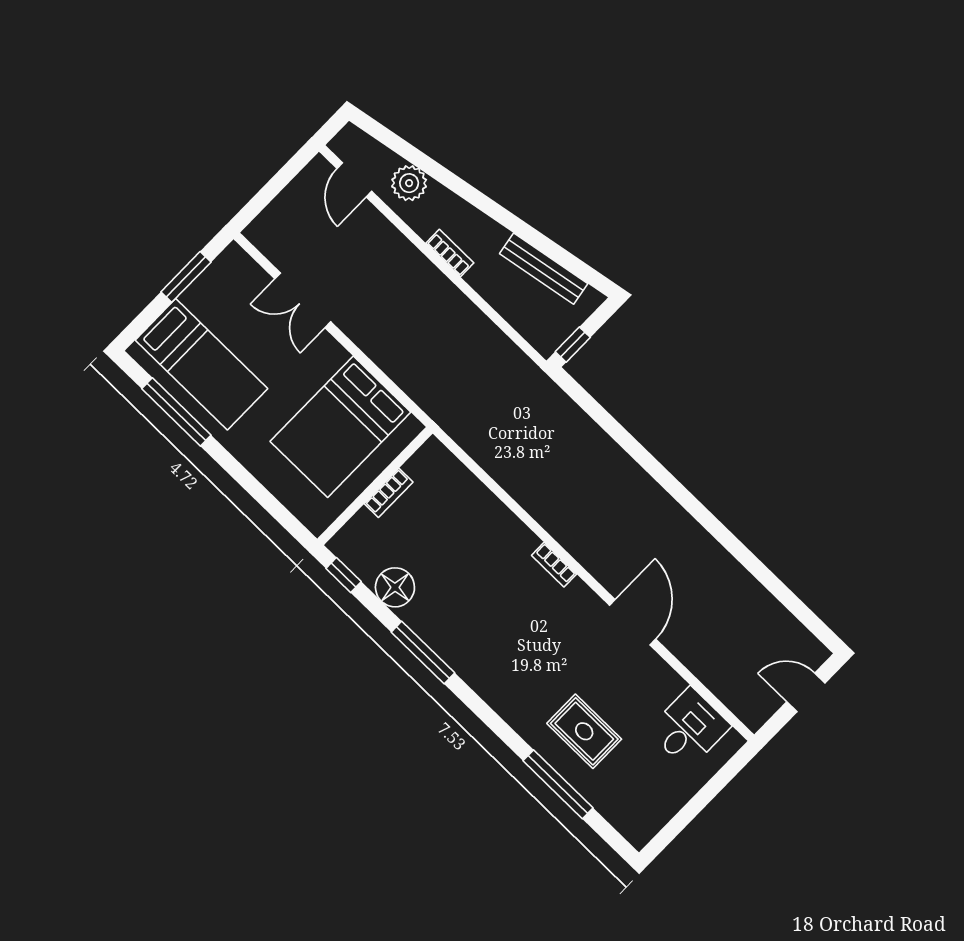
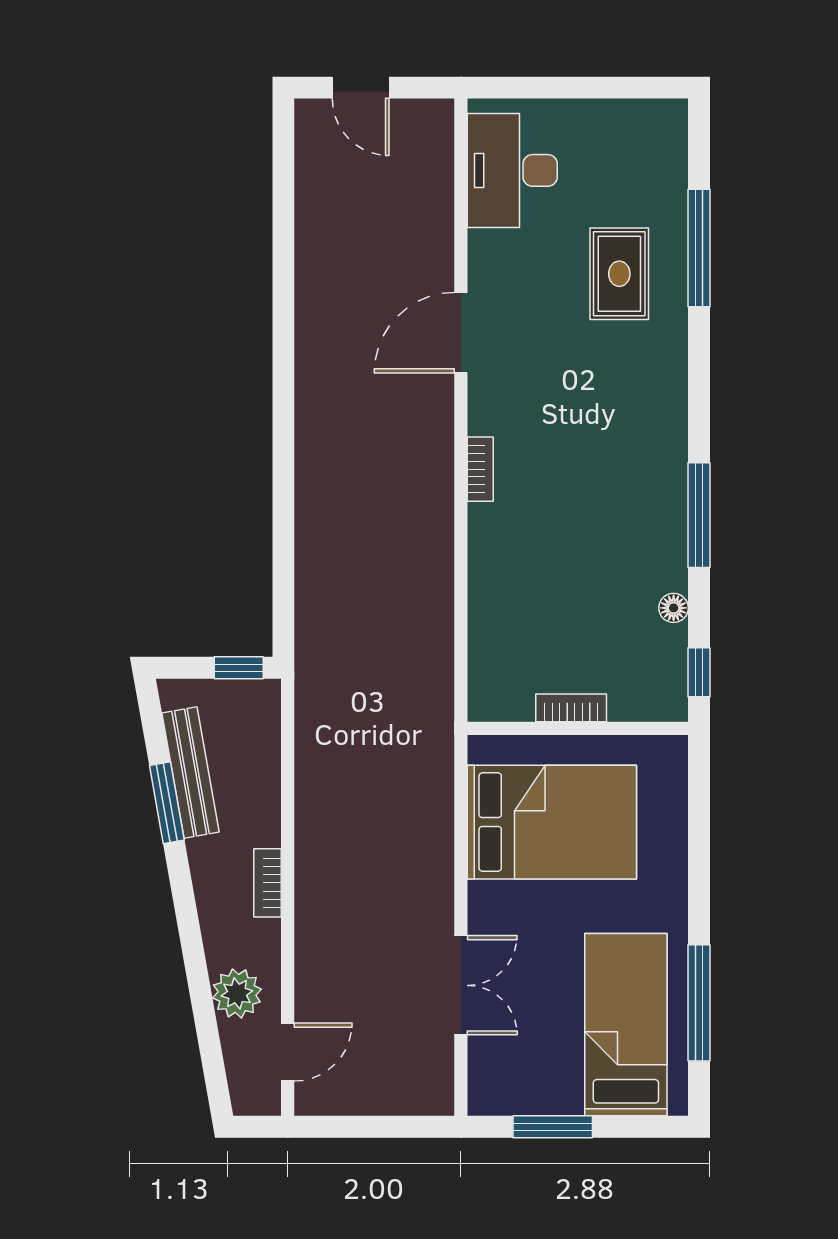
window: (540, 242) -> (167, 803), added
floor lamp: (395, 587) -> (674, 608), width x0.53, depth x0.53
desk: (689, 728) -> (512, 170), width x1.37

